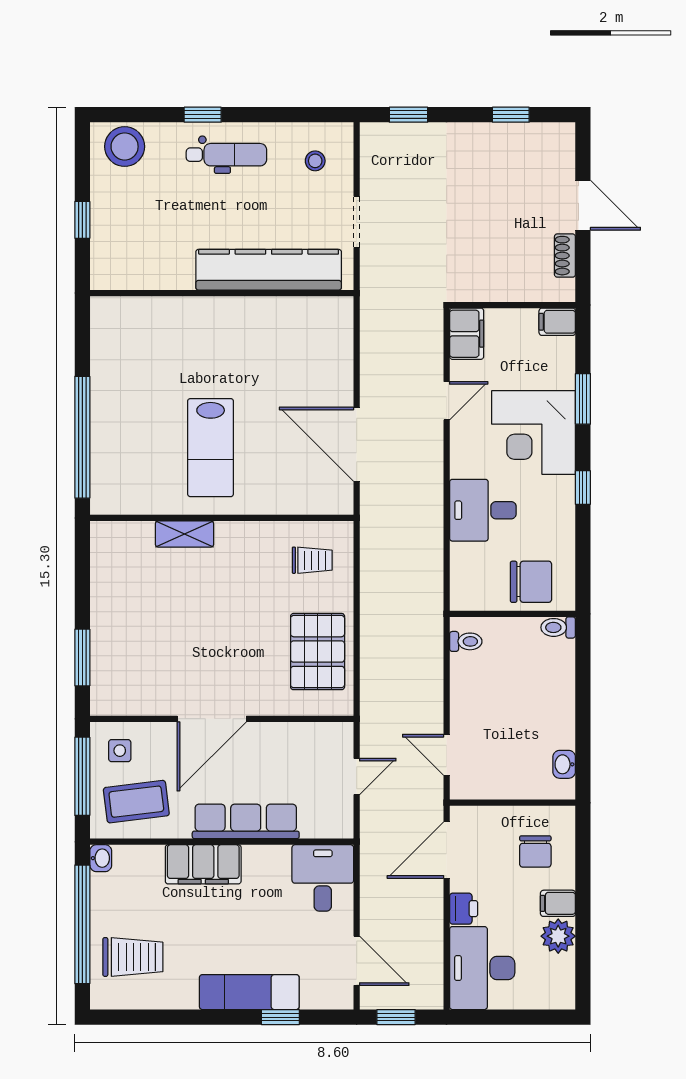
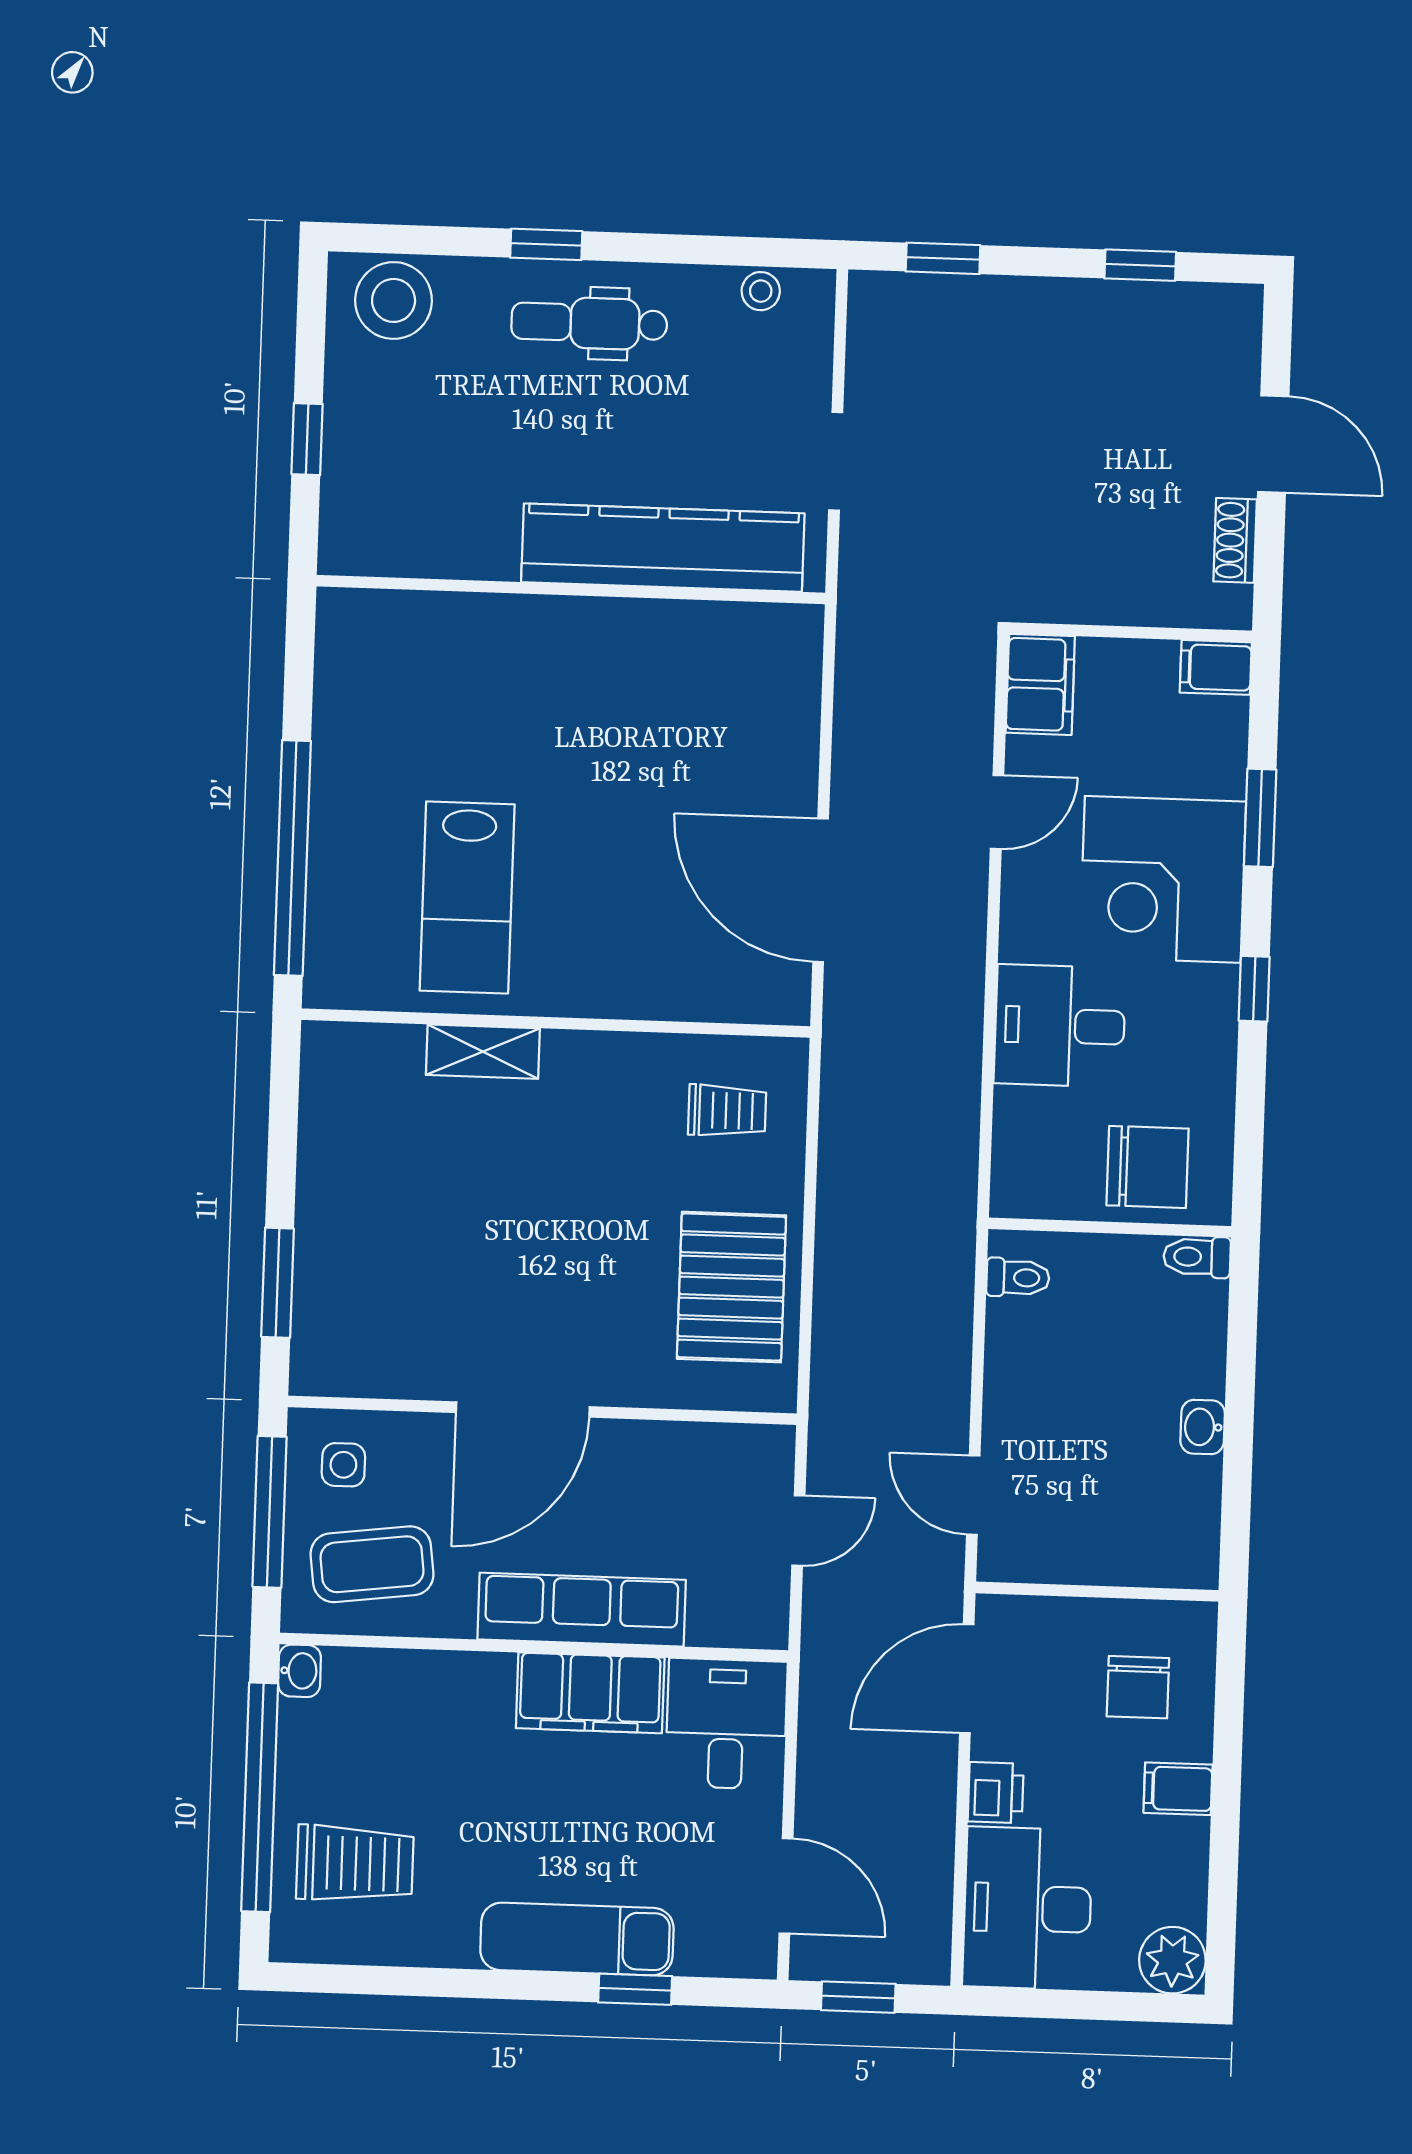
dental chair: (226, 155) -> (589, 323), turned 180
stool: (315, 161) -> (761, 291), moved
lab bench: (211, 448) -> (467, 897), moved
washbasin: (564, 764) -> (1203, 1427), moved
filing cabinet: (203, 864) -> (590, 1693), moved
plant: (558, 936) -> (1172, 1960), moved

